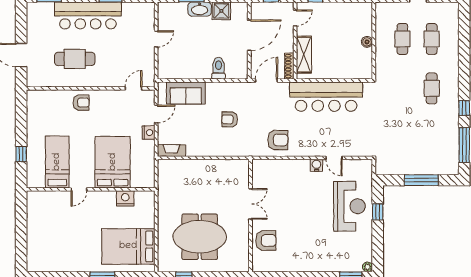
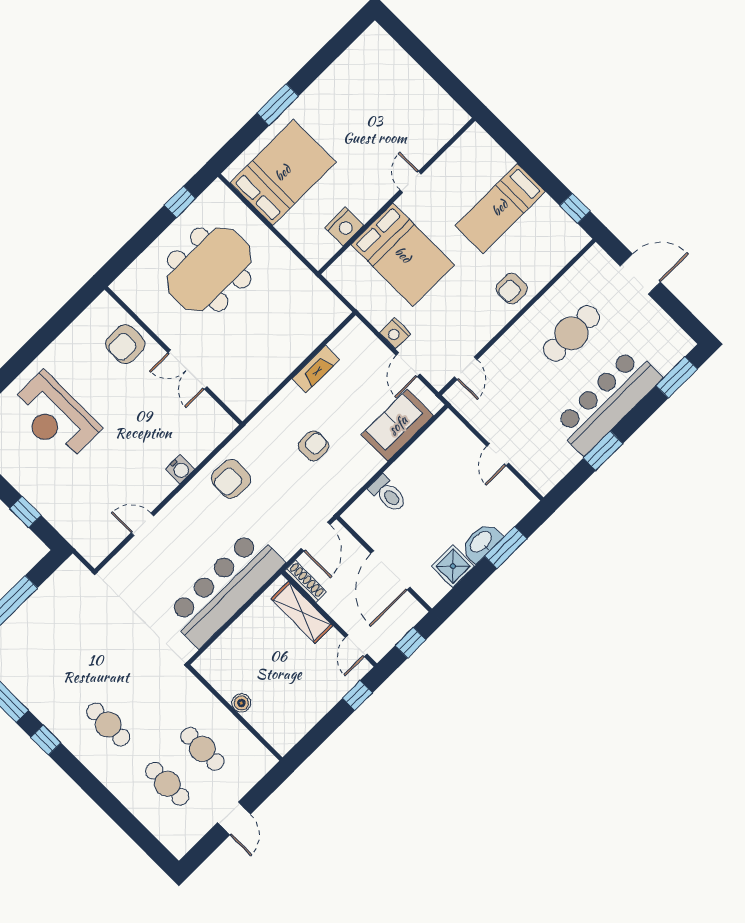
fireplace: (171, 151) -> (316, 369), moved
window: (21, 154) -> (575, 208), moved
bed: (57, 162) -> (500, 208), moved, turned 90
water cooler: (316, 165) -> (180, 469), moved
reception desk: (349, 206) -> (55, 417), moved

